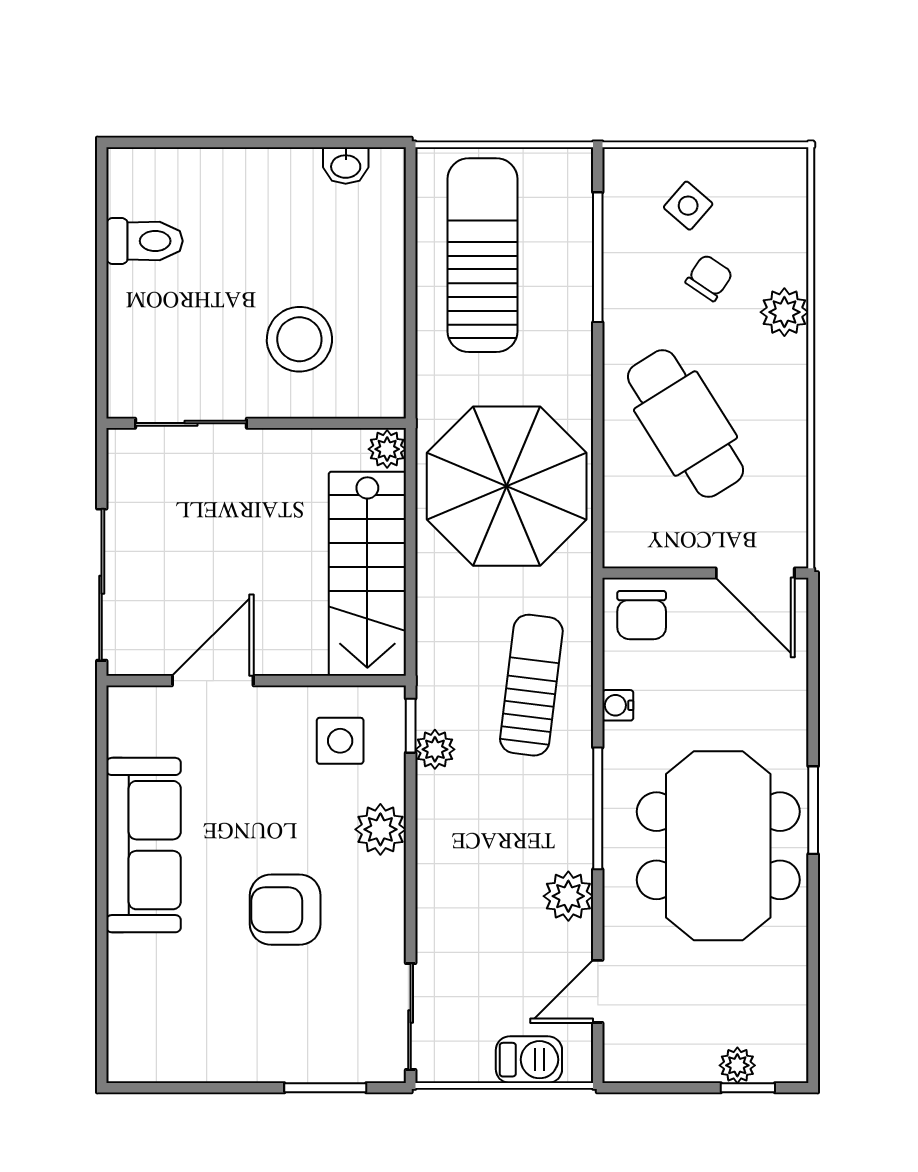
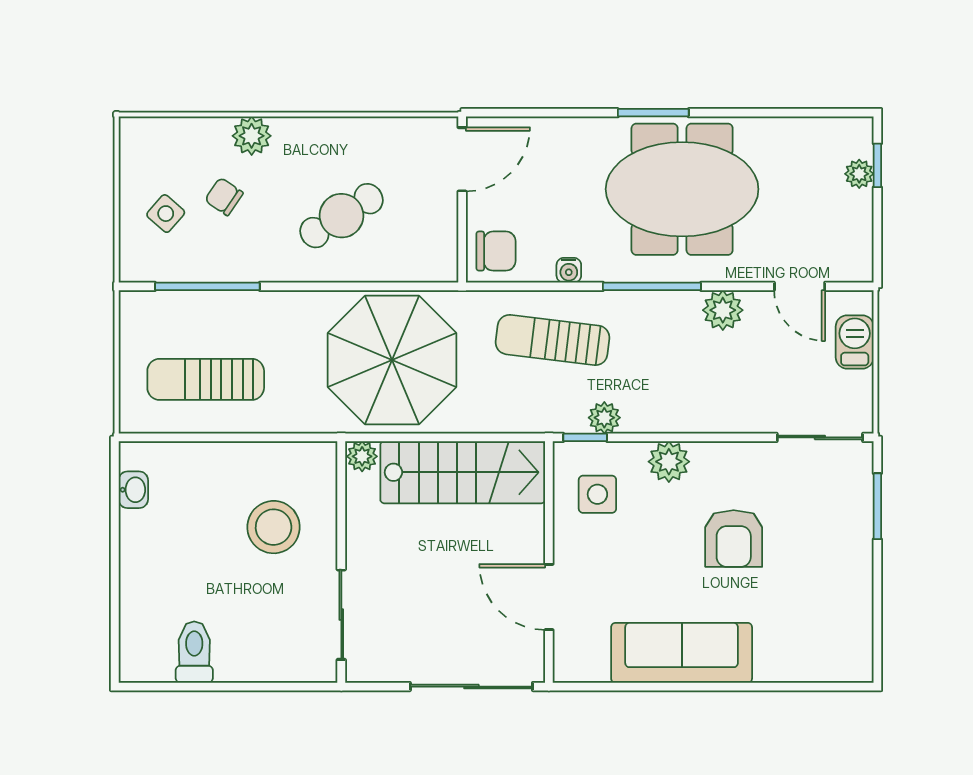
sun lounger: (483, 255) -> (206, 379), width x0.73, depth x0.75
cafe table: (686, 424) -> (341, 216), width x0.73, depth x0.74

